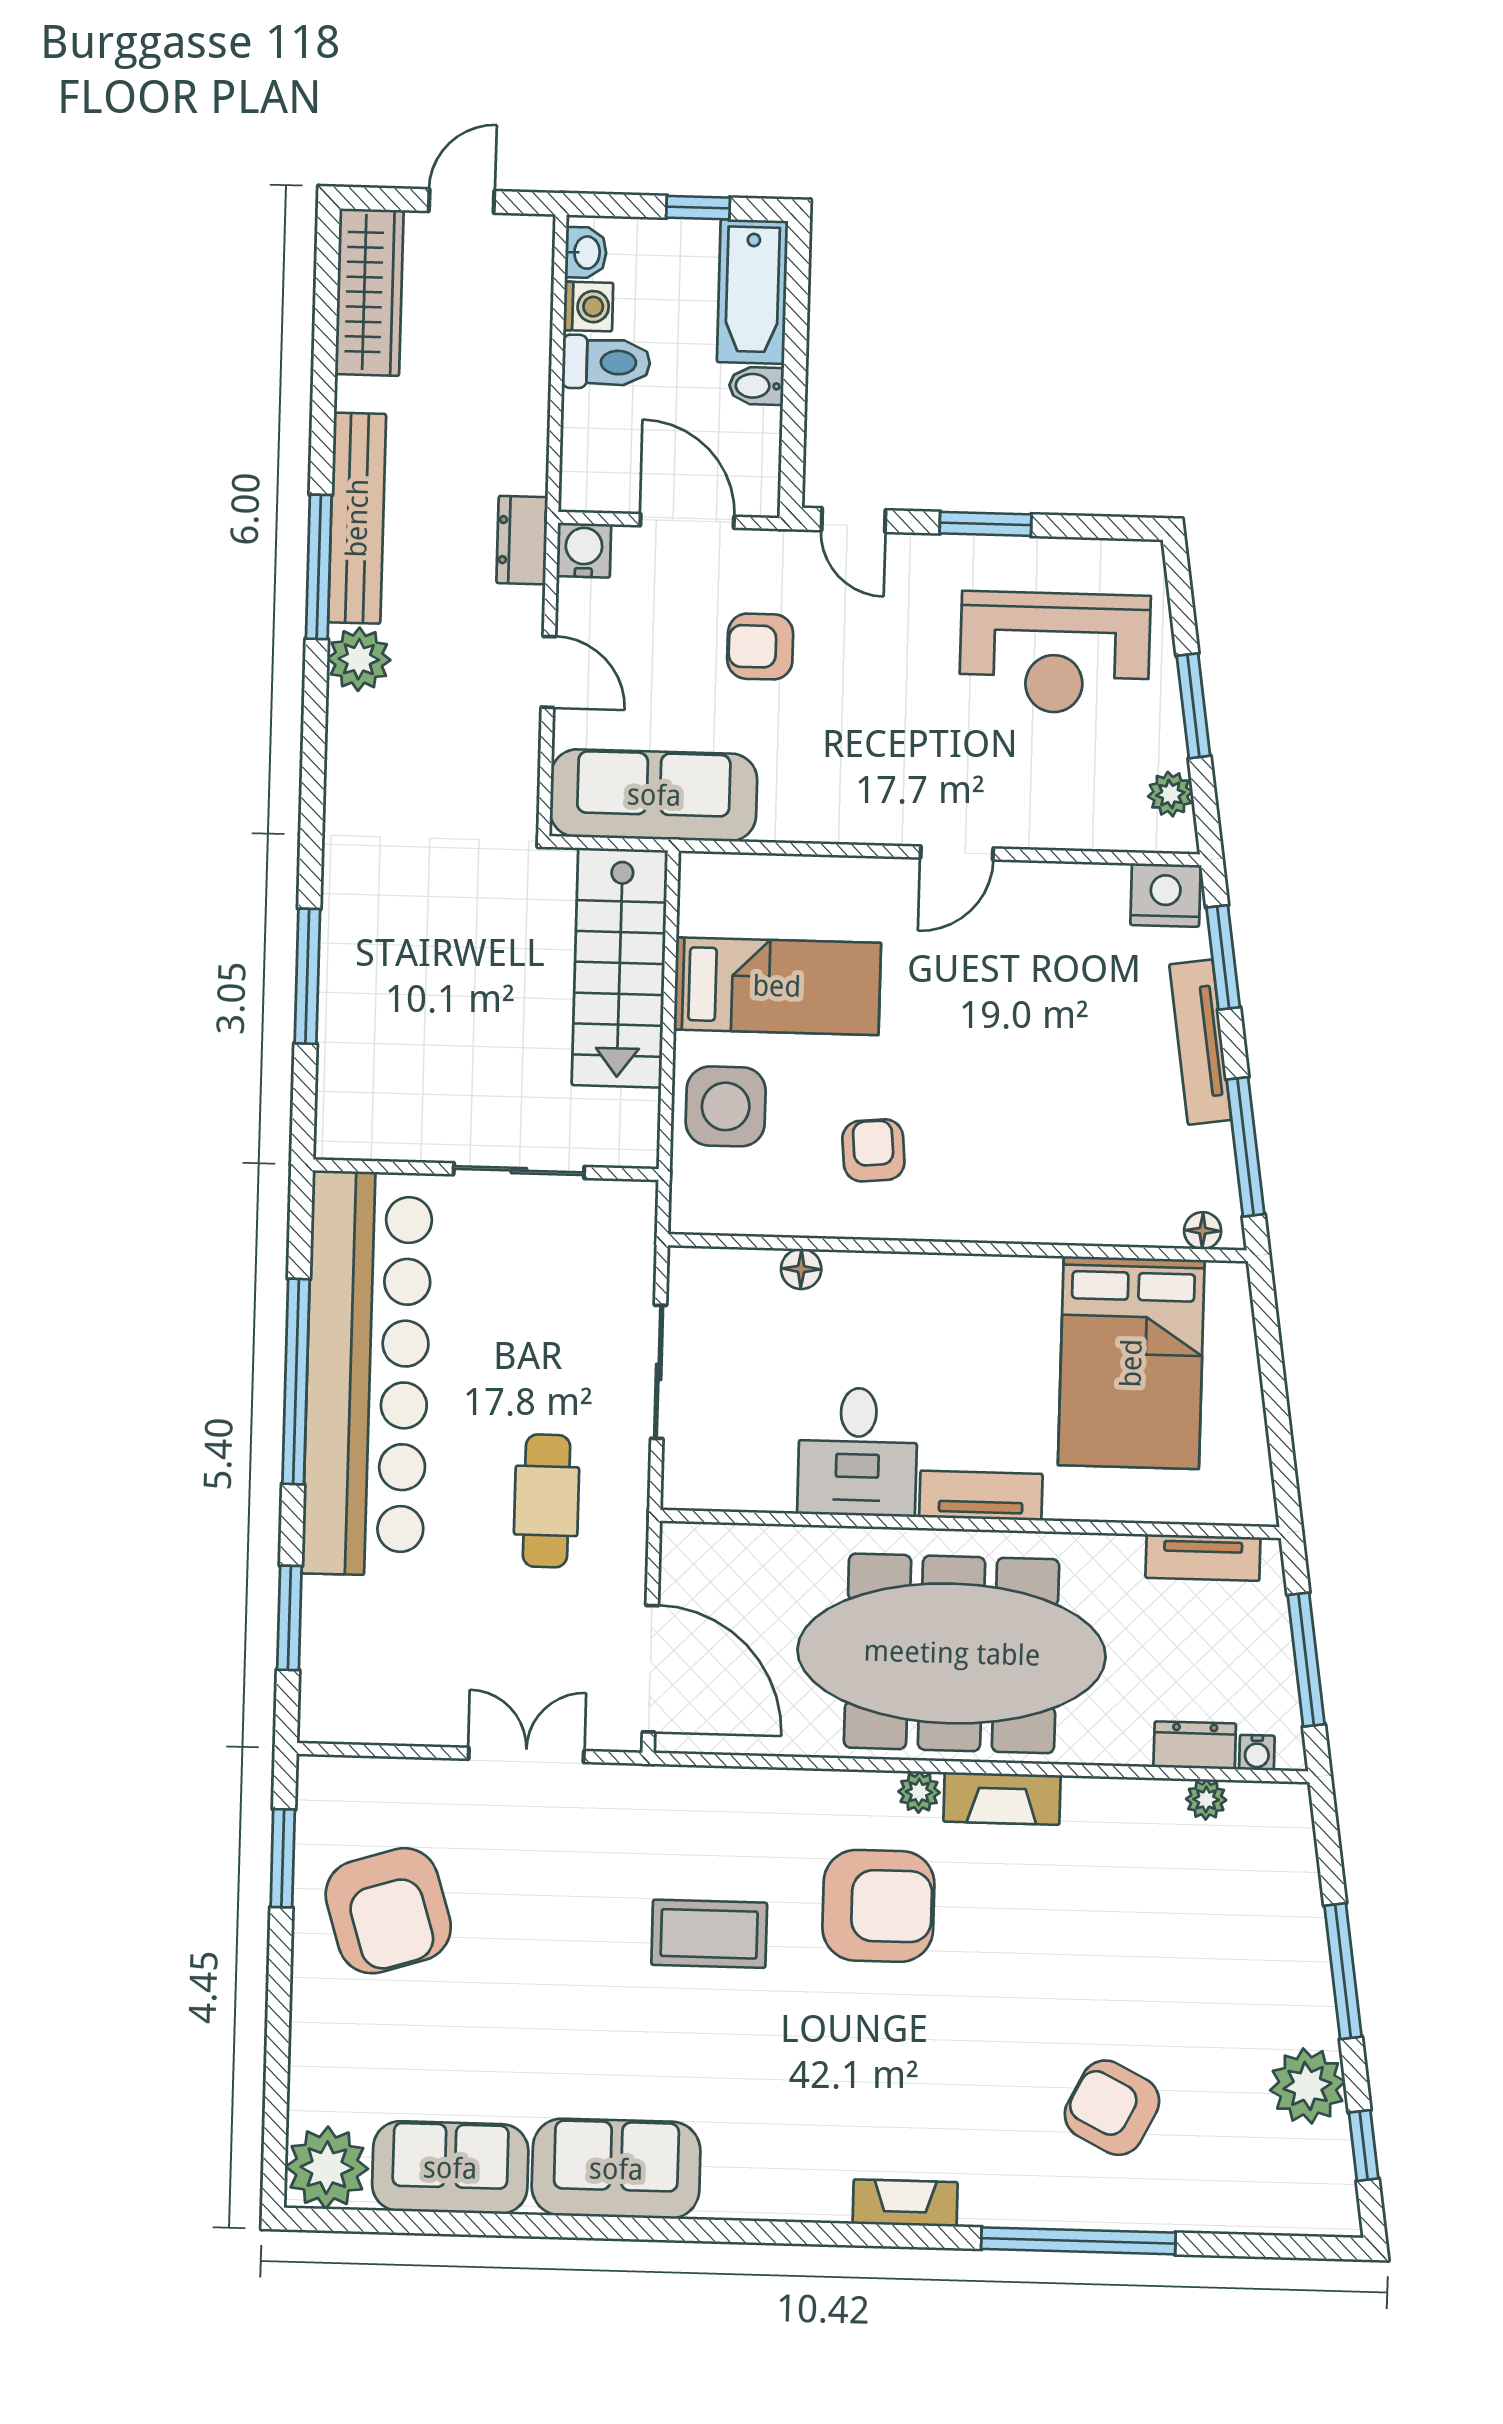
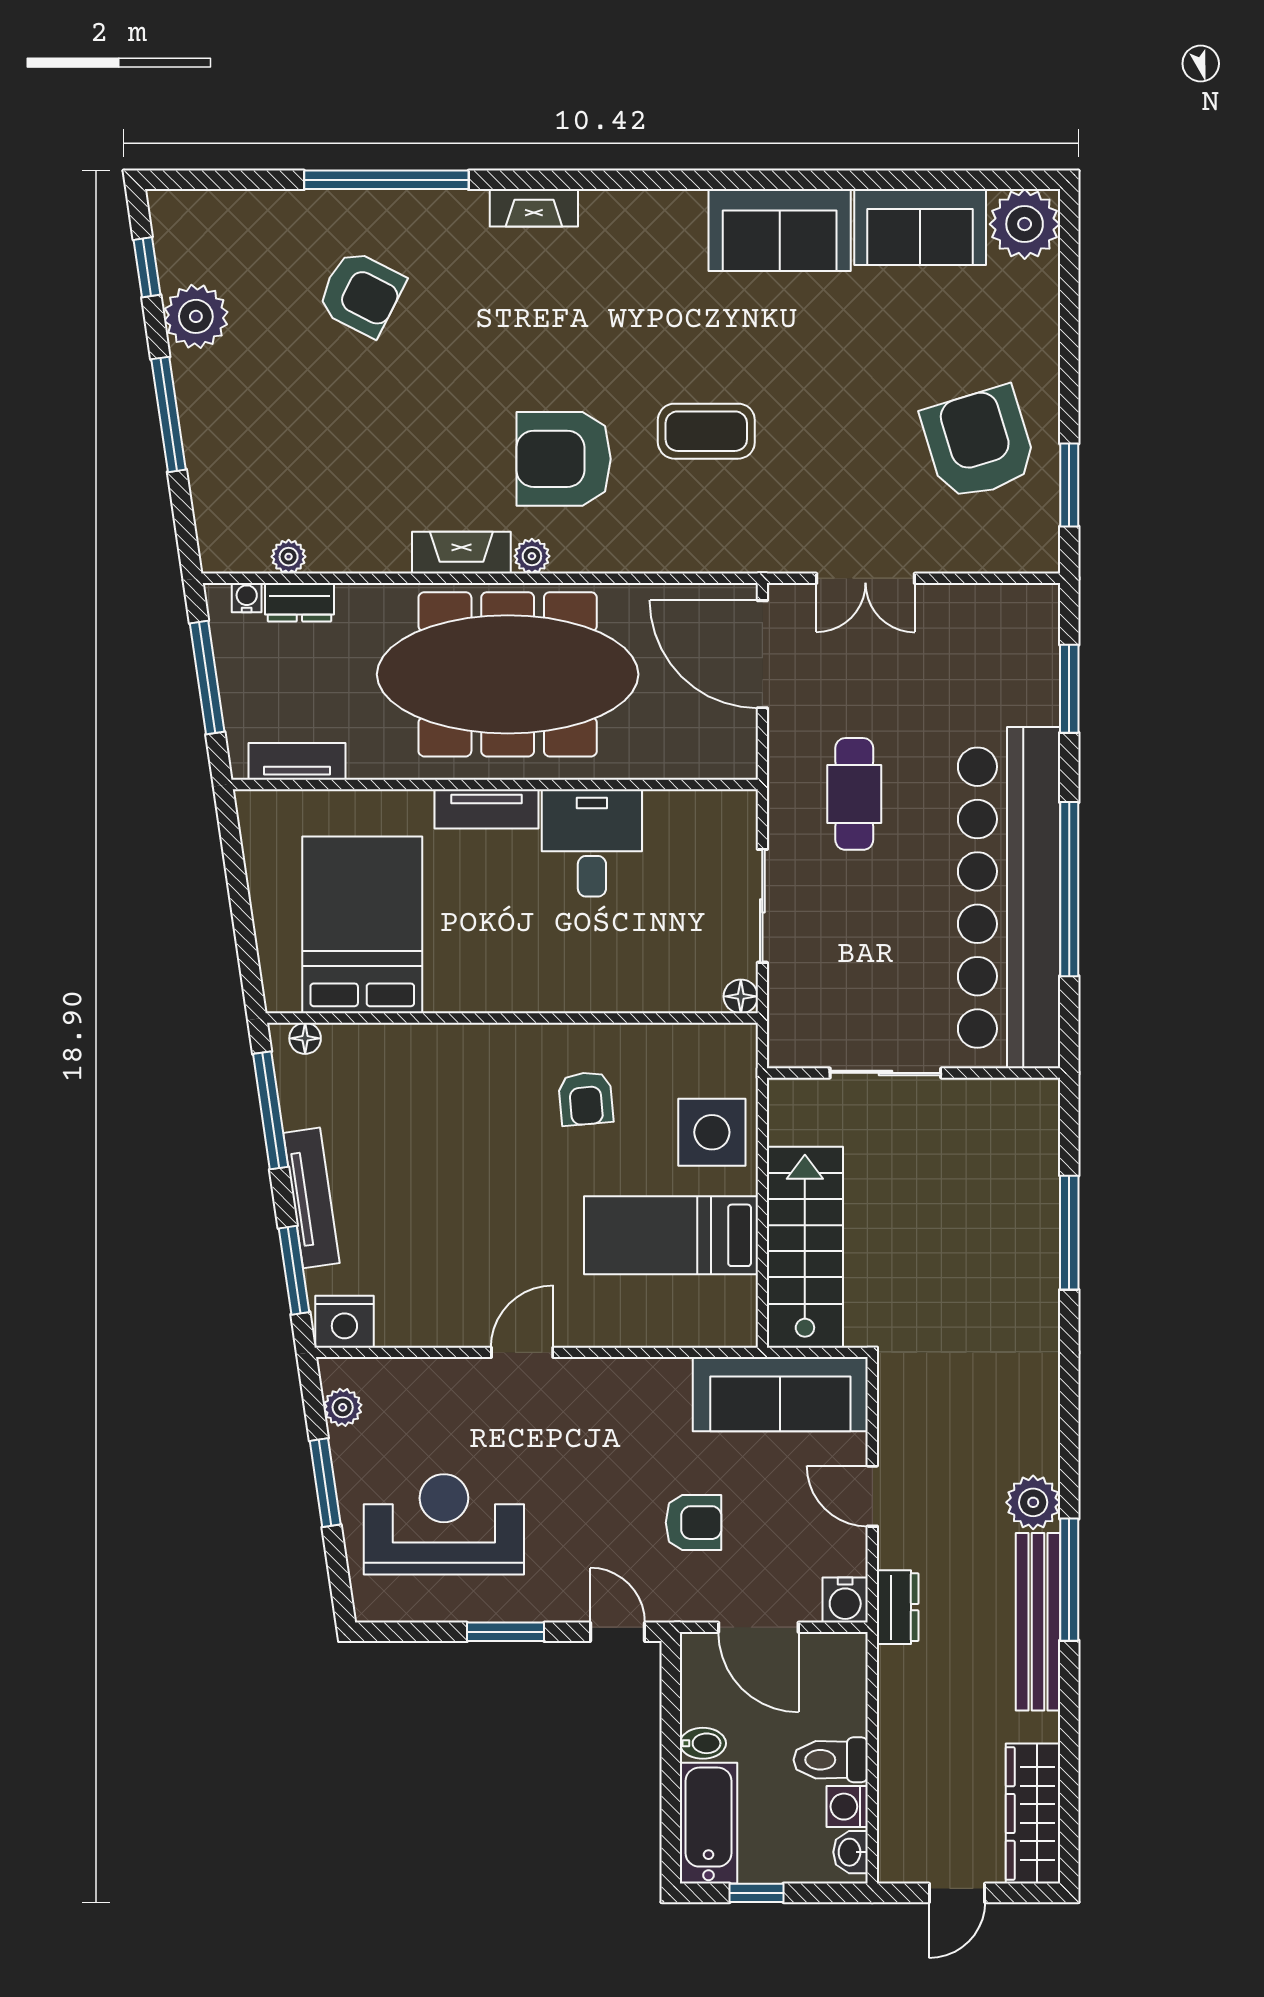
floor lamp: (801, 1269) -> (741, 996), moved

